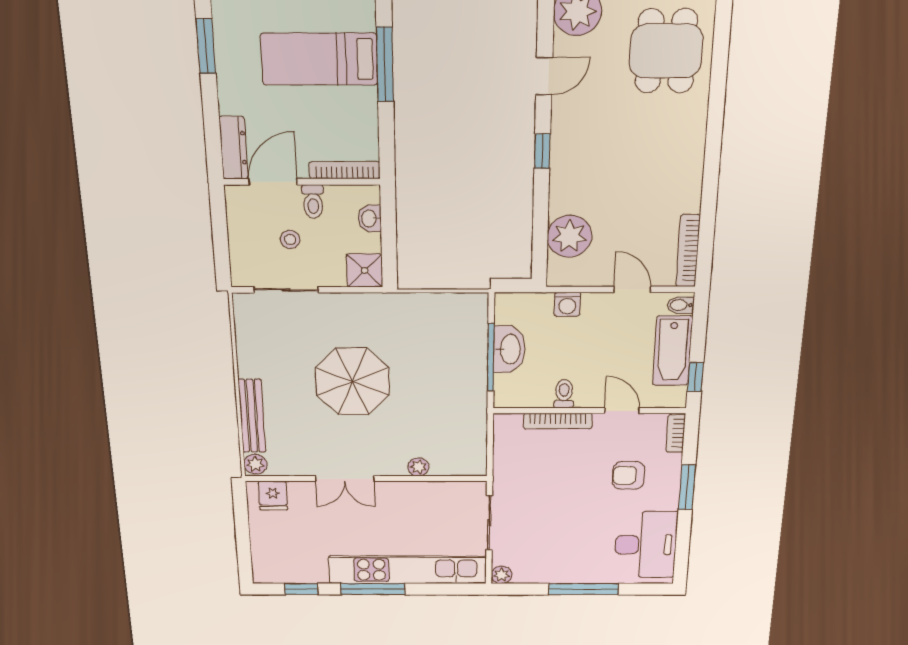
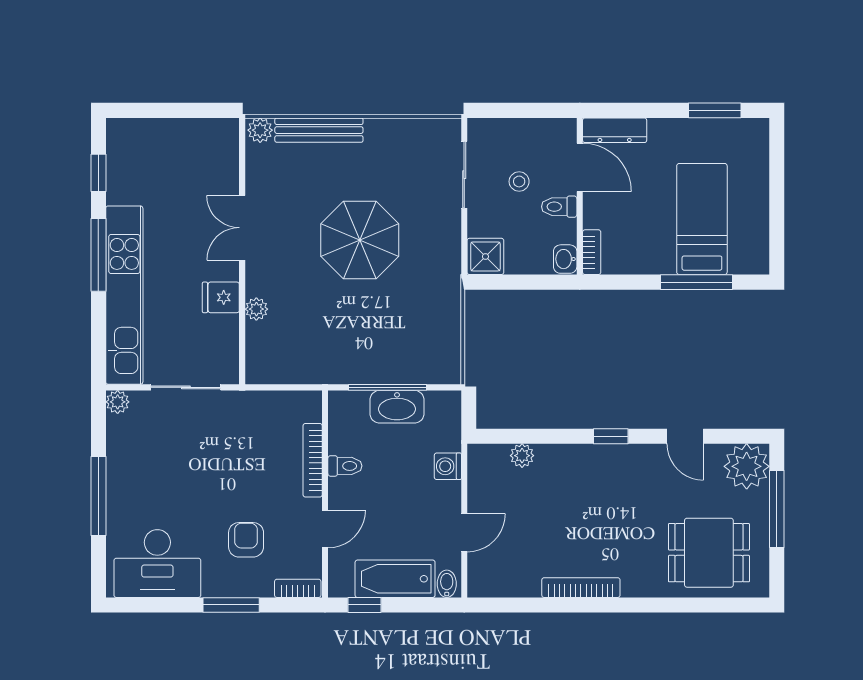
bookcase: (345, 170) -> (592, 252), width x0.64
washbasin: (370, 218) -> (565, 259), moved, turned -90
plant: (569, 236) -> (522, 456), width x0.53, depth x0.53
bookcase: (688, 251) -> (581, 588), moved
fridge: (273, 496) -> (221, 297), moved

